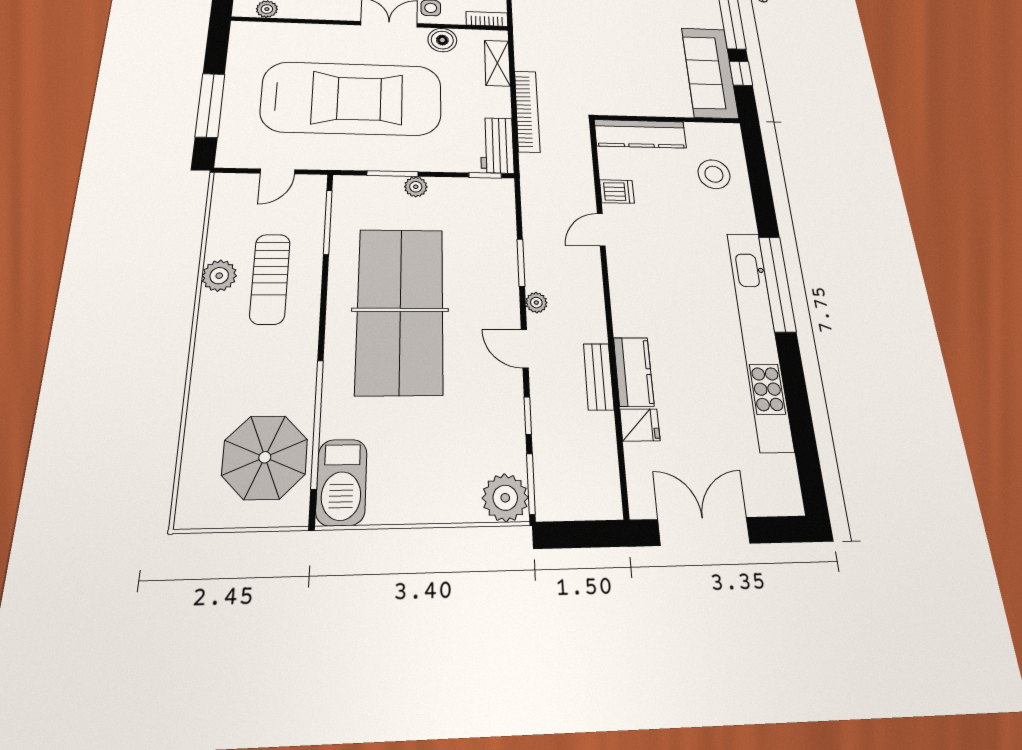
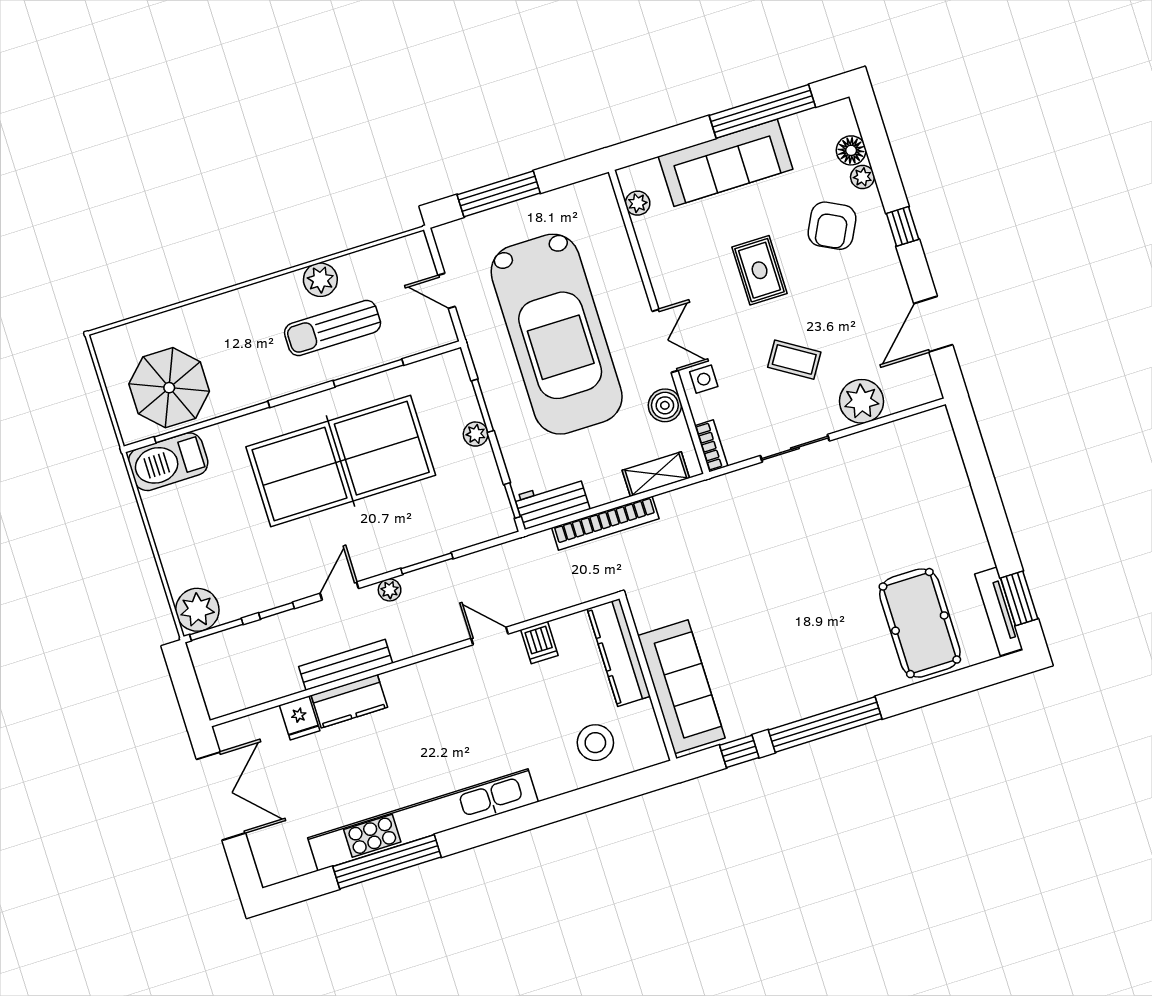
sofa: (710, 73) -> (681, 687), moved, turned 90
window: (328, 222) -> (368, 373), moved
window: (777, 284) -> (387, 862), moved
bench: (599, 377) -> (346, 665), width x1.36

